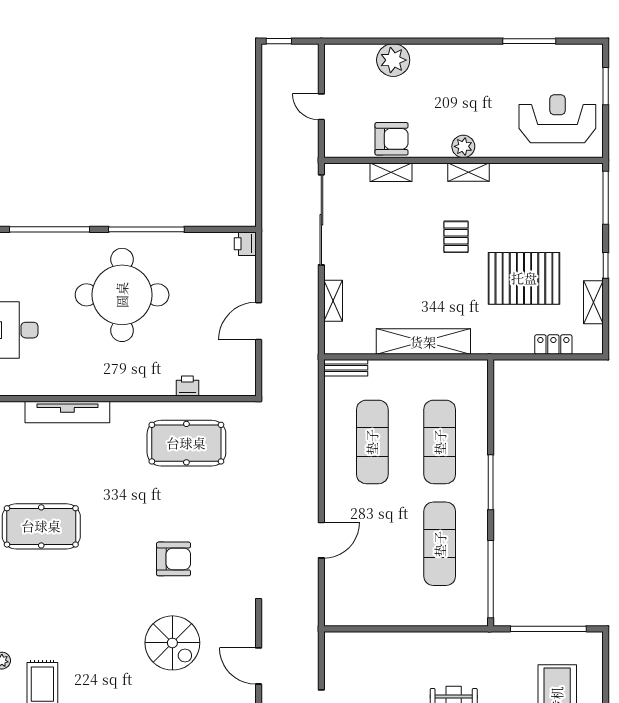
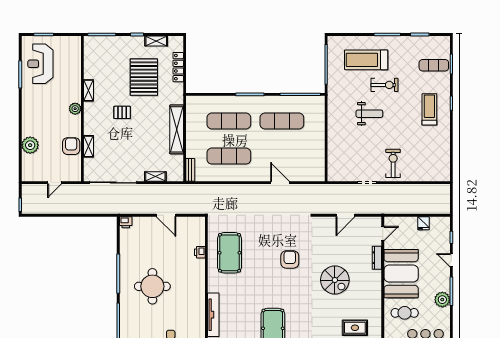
reception desk: (557, 119) -> (40, 64), moved
shelving: (469, 172) -> (88, 90), moved
round table: (122, 295) -> (152, 286), width x0.73, depth x0.73
locker: (553, 345) -> (178, 67), width x1.53
spiral stairs: (172, 643) -> (335, 280), moved, turned 90

